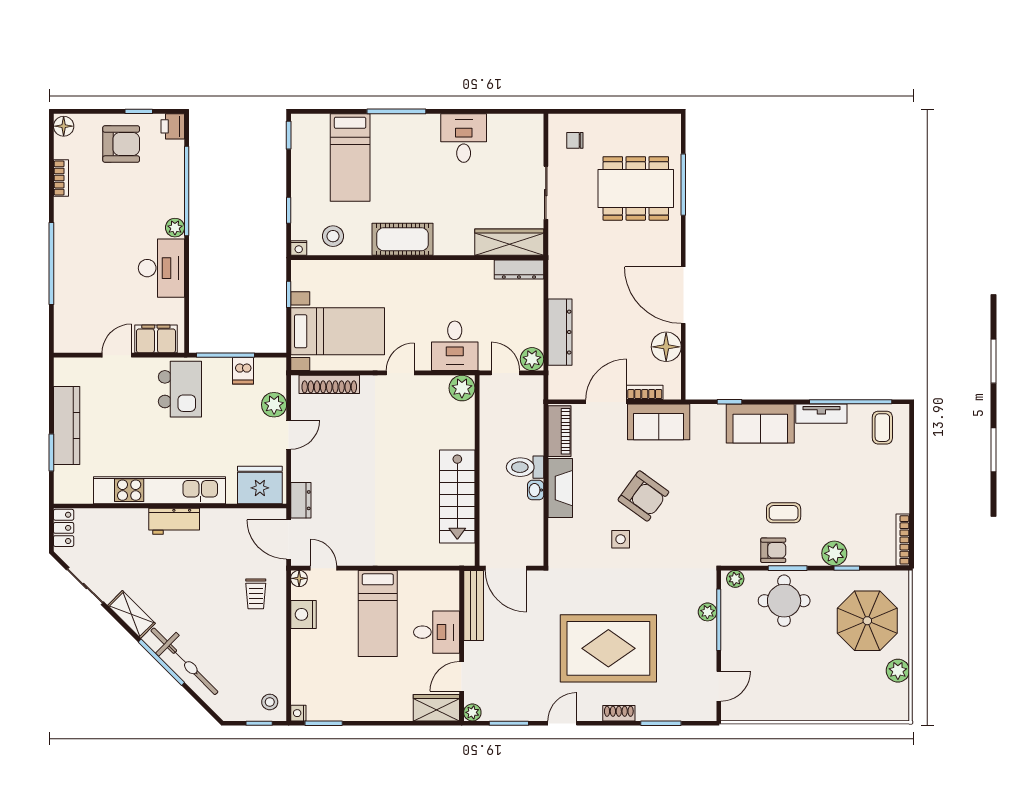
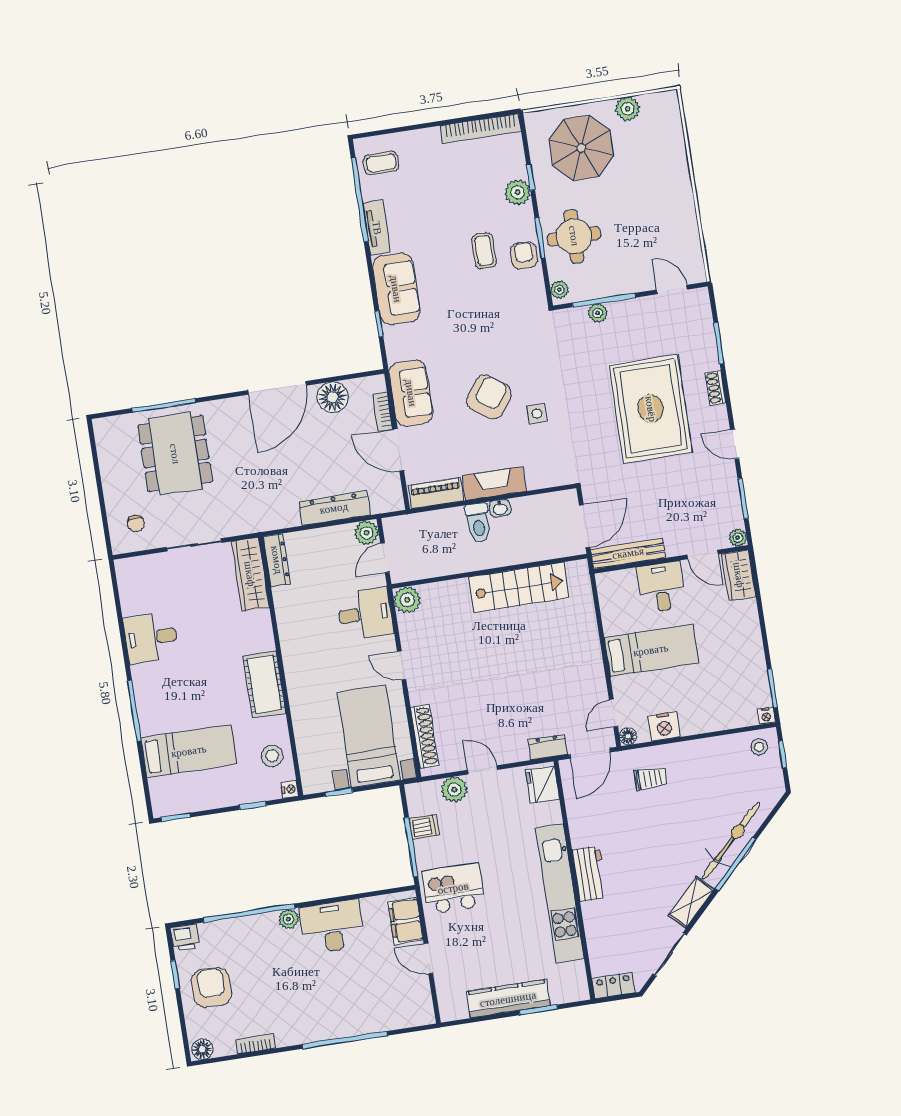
fridge: (260, 485) -> (542, 785), width x0.73, depth x0.75
bookcase: (903, 540) -> (480, 128), width x1.48, depth x1.31

